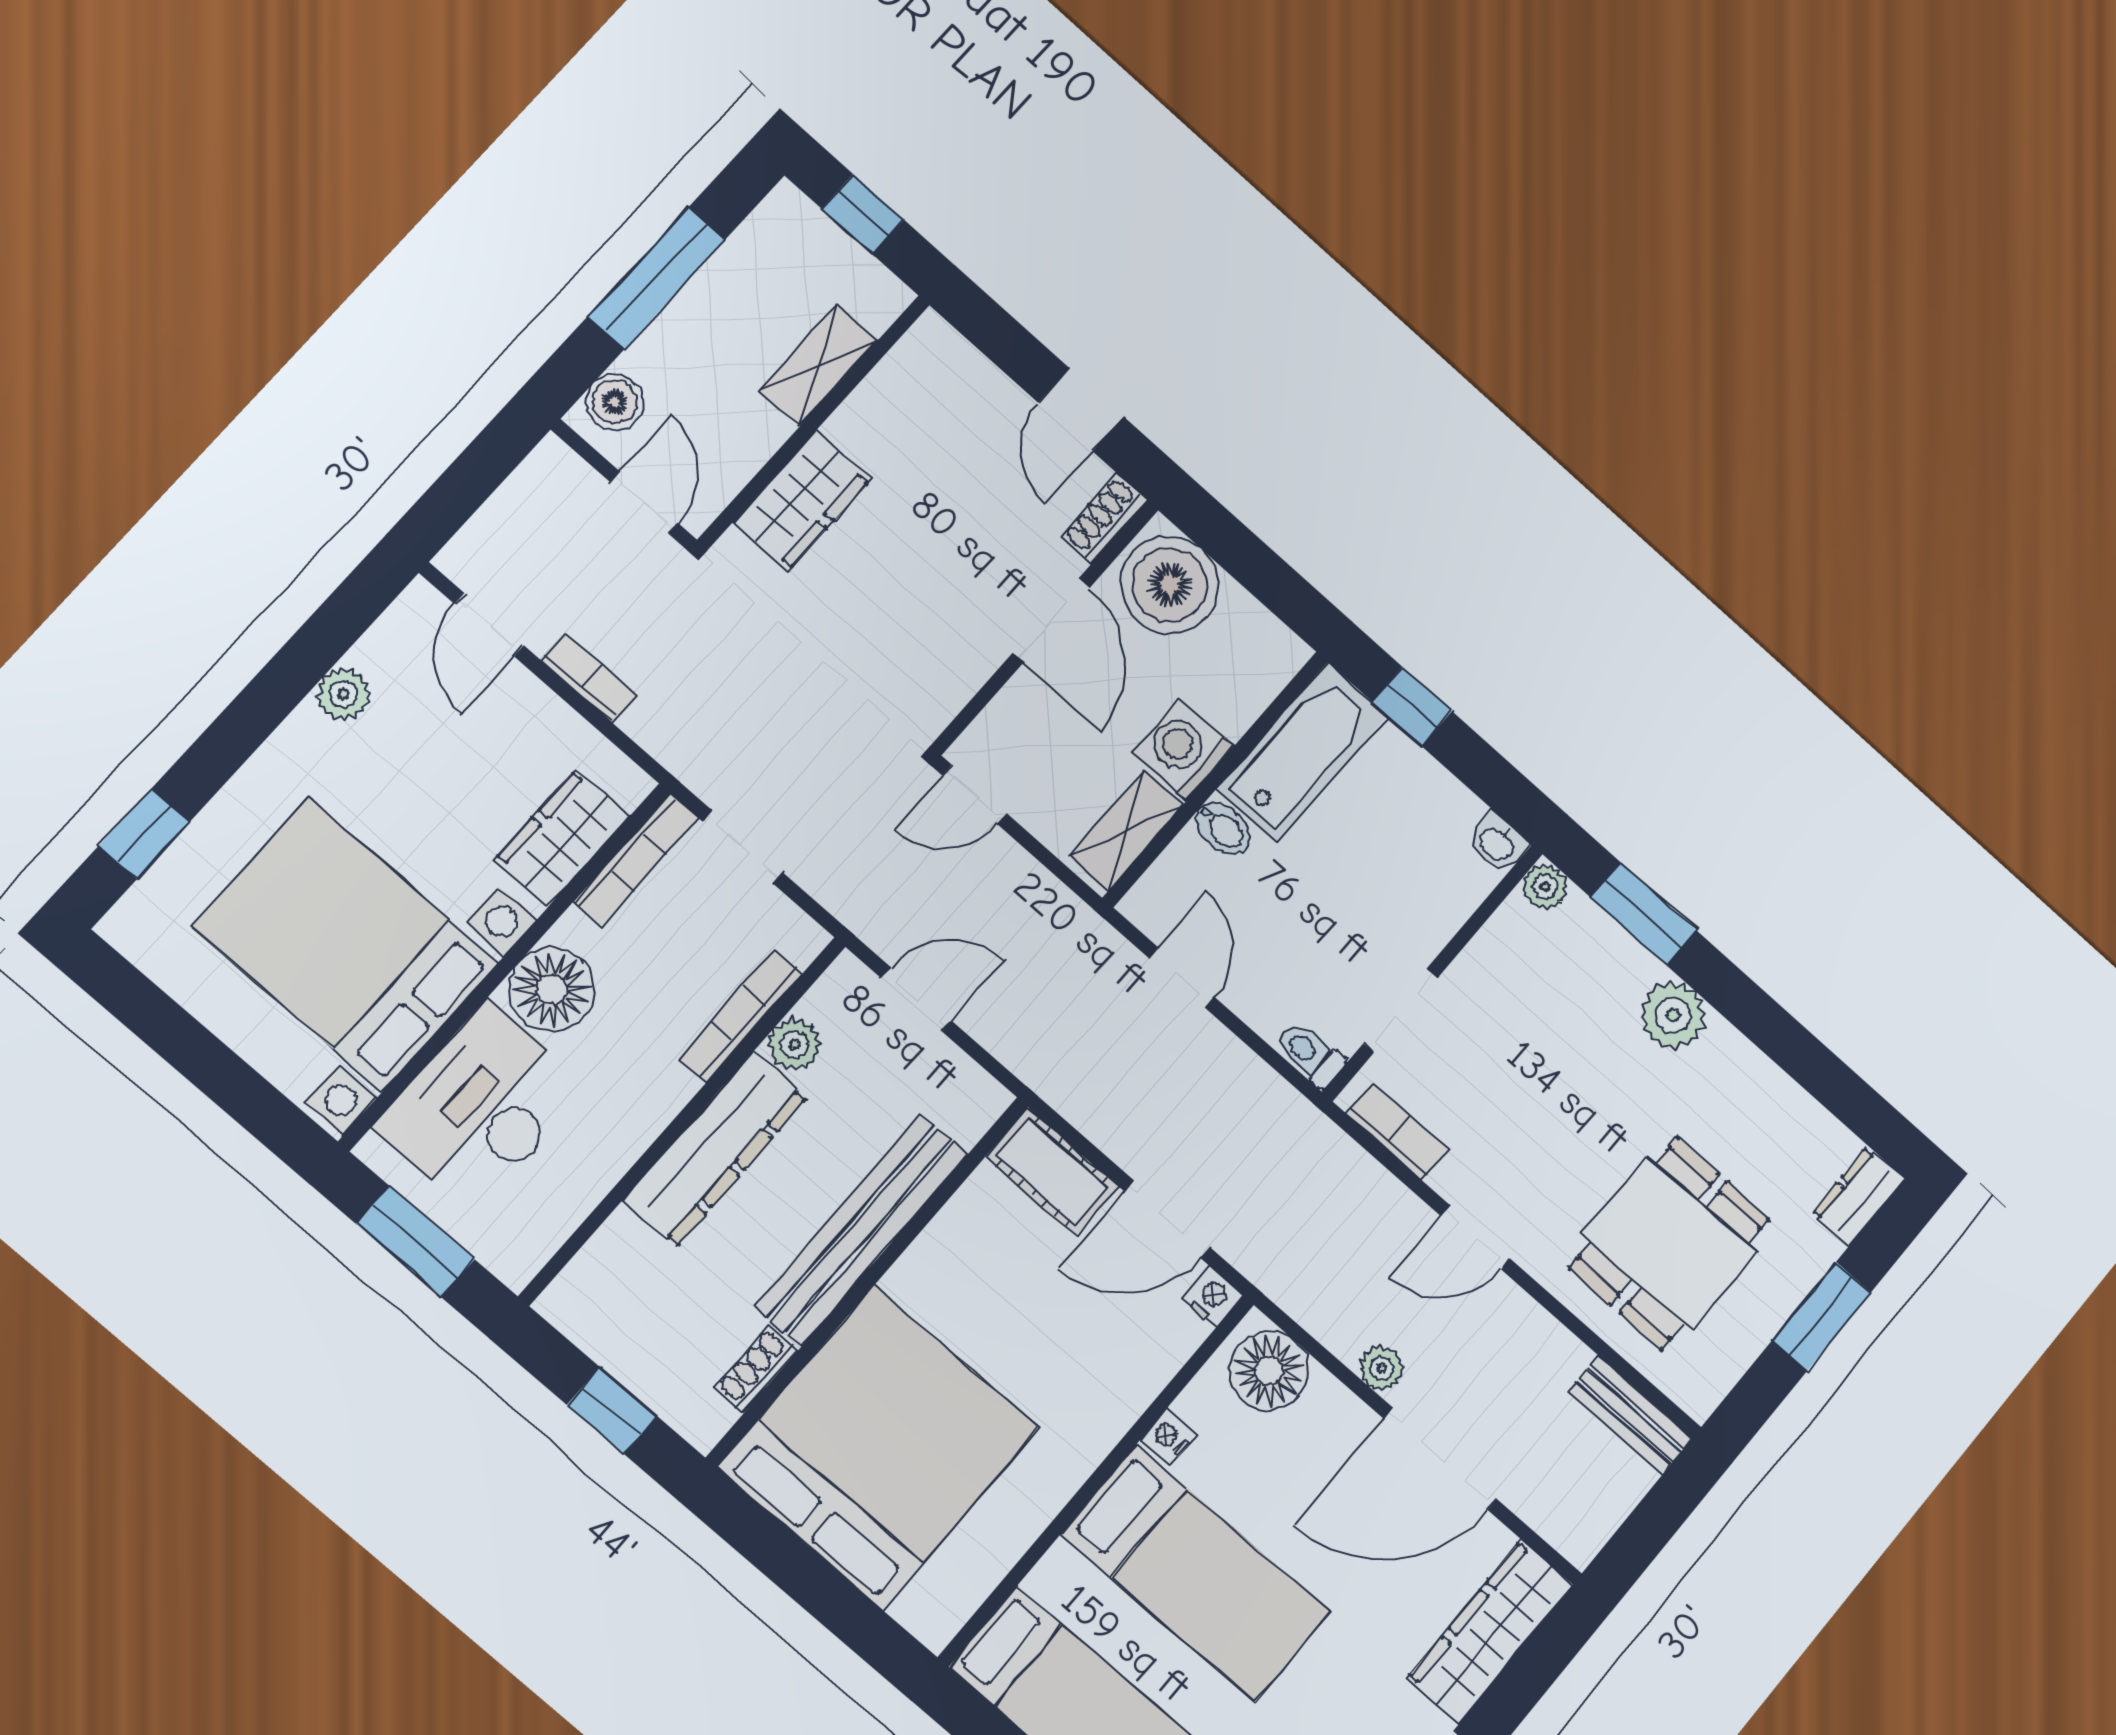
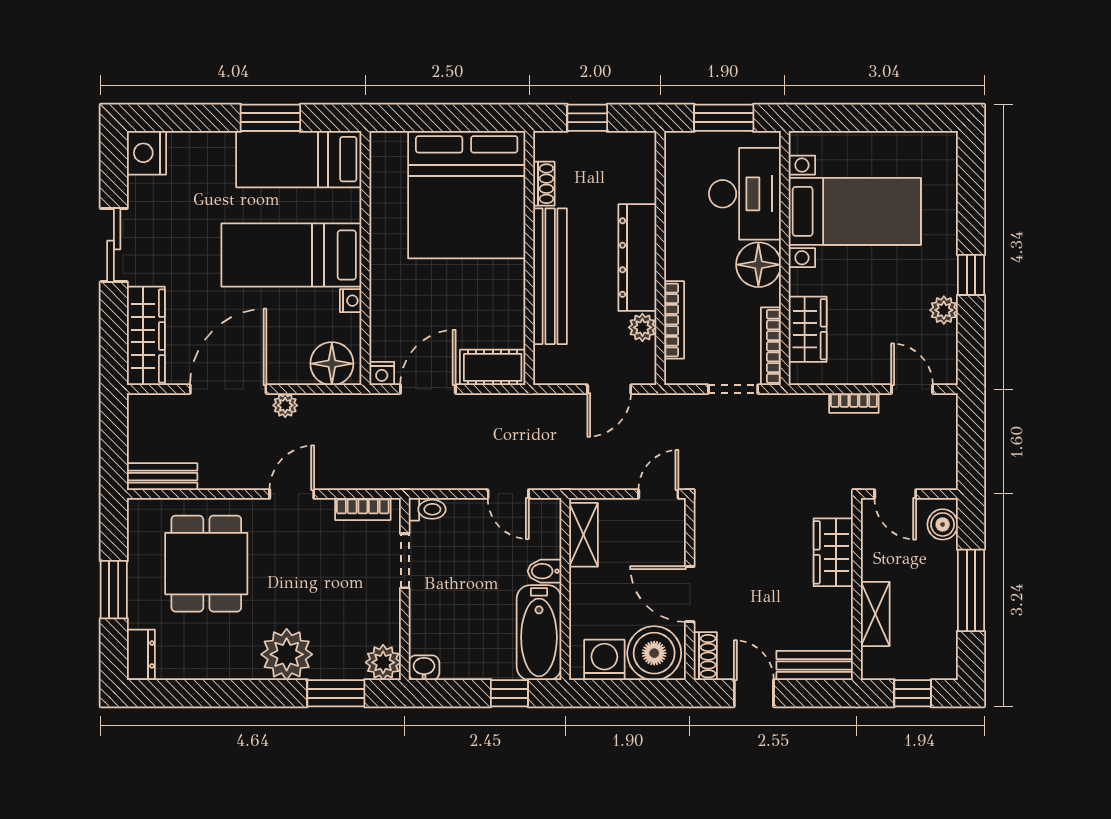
bench: (965, 372) -> (815, 665), added
washing machine: (1183, 749) -> (604, 660), moved, turned -90
window: (144, 834) -> (971, 275), moved
plant: (1545, 887) -> (383, 662), width x1.38, depth x1.38
bed with nightstands: (346, 944) -> (855, 211), width x0.73
plant: (1673, 1015) -> (287, 654), width x1.36, depth x1.36

